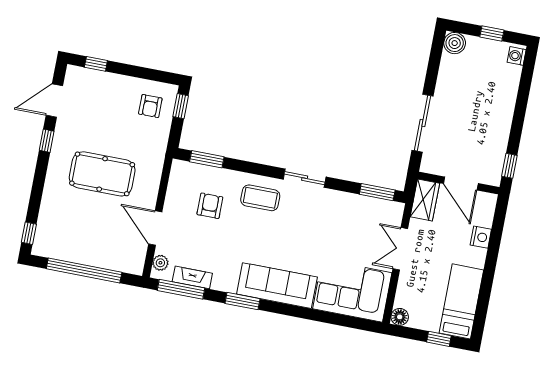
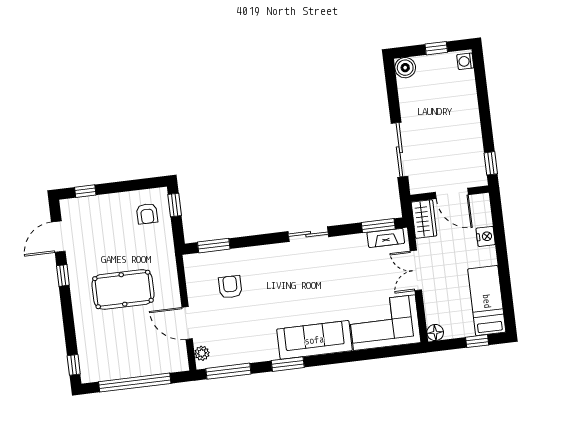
coffee table: (260, 198) -> (274, 265), removed
fireplace: (192, 277) -> (386, 238), moved, turned 180

